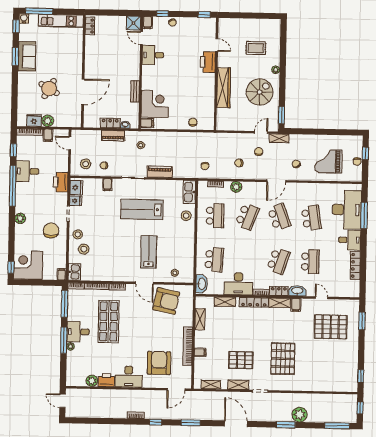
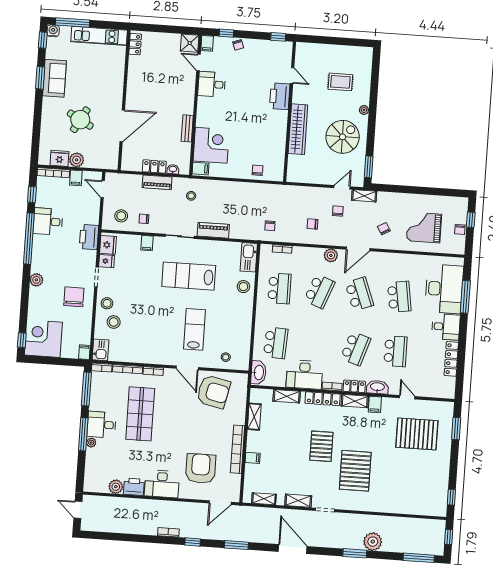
plant: (236, 187) -> (331, 255), moved
pallet: (241, 360) -> (321, 446), moved, turned 90

